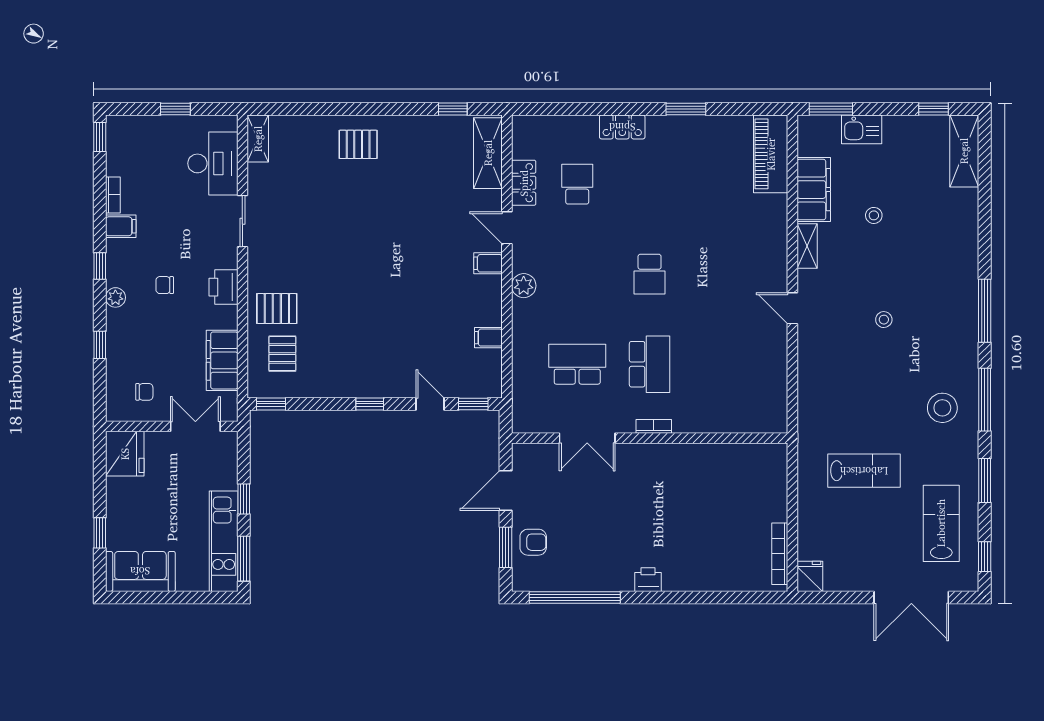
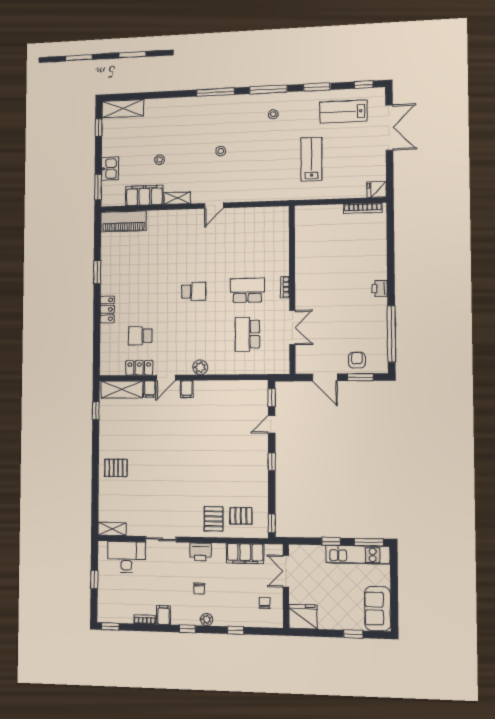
pallet: (358, 144) -> (116, 468), turned 90
filing cabinet: (488, 338) -> (150, 389), moved
stool: (942, 408) -> (273, 114), width x0.53, depth x0.53

